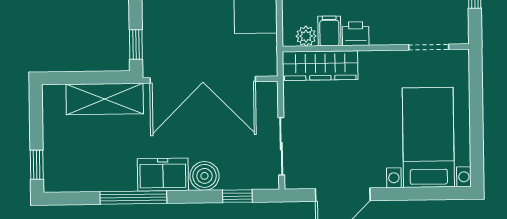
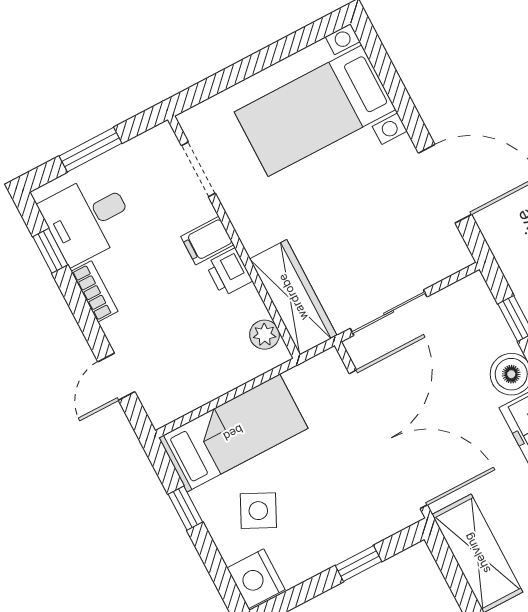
filing cabinet: (329, 31) -> (207, 241), moved
window: (136, 45) -> (358, 563), moved
sliding door: (281, 146) -> (389, 313), moved

